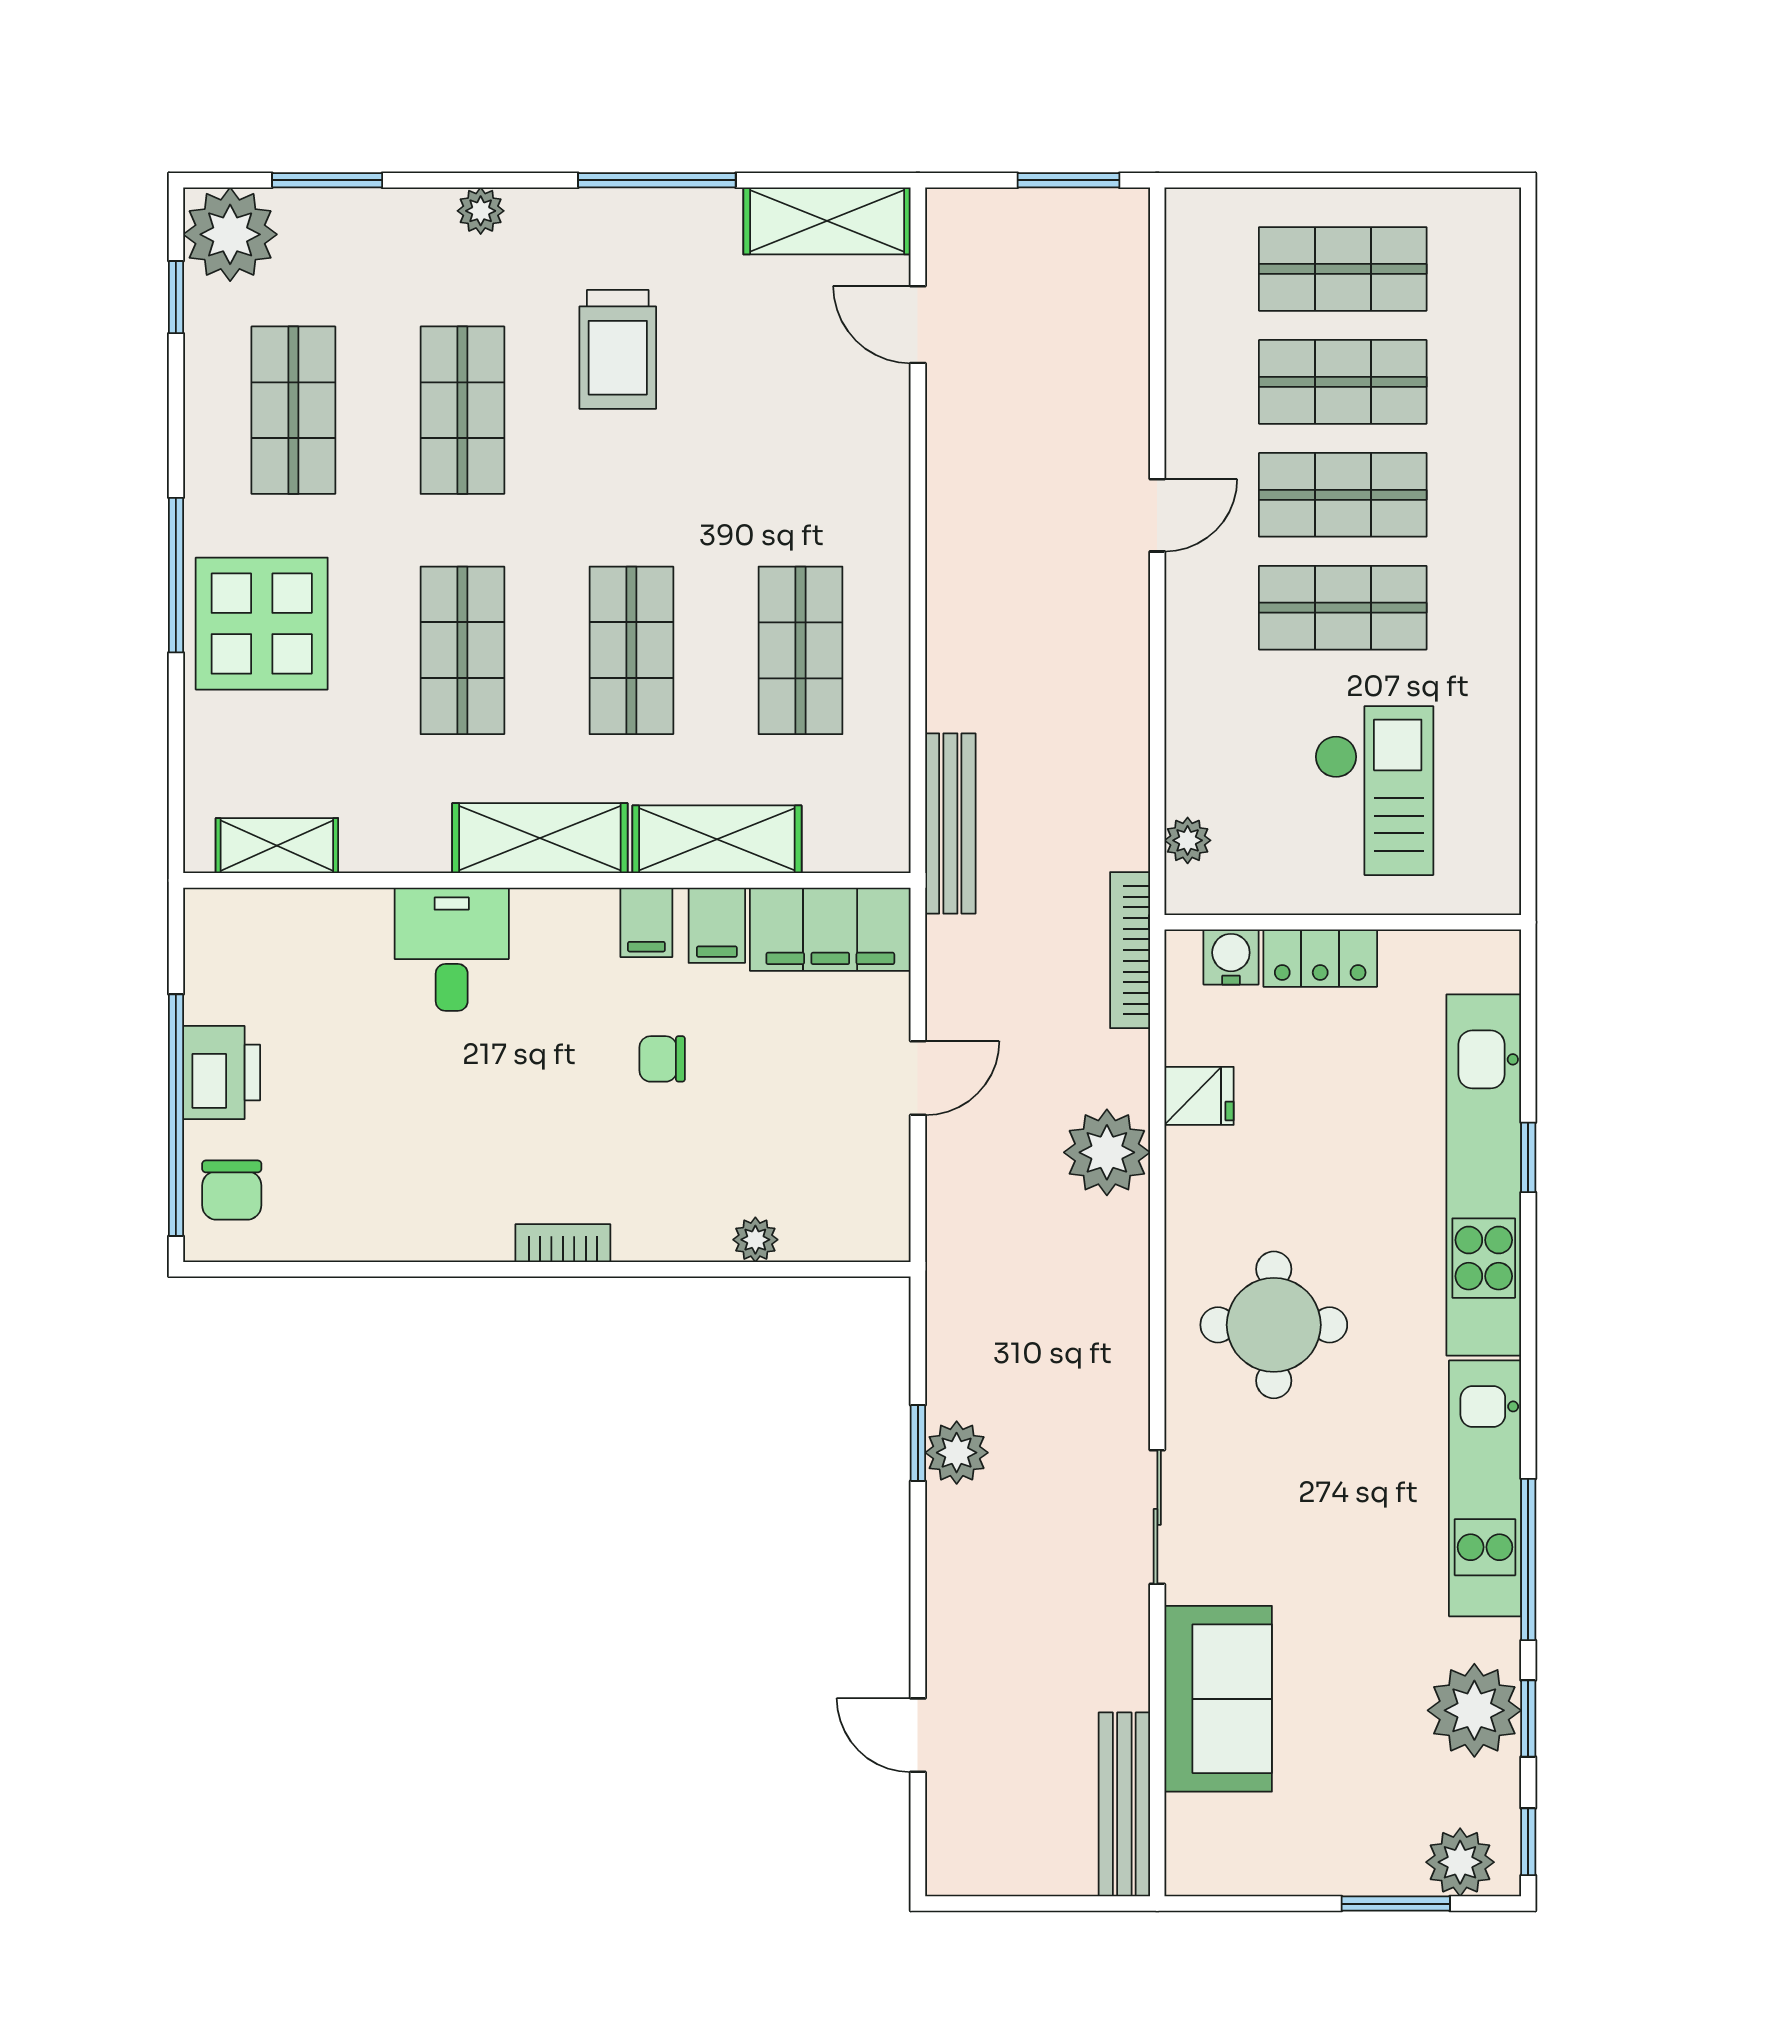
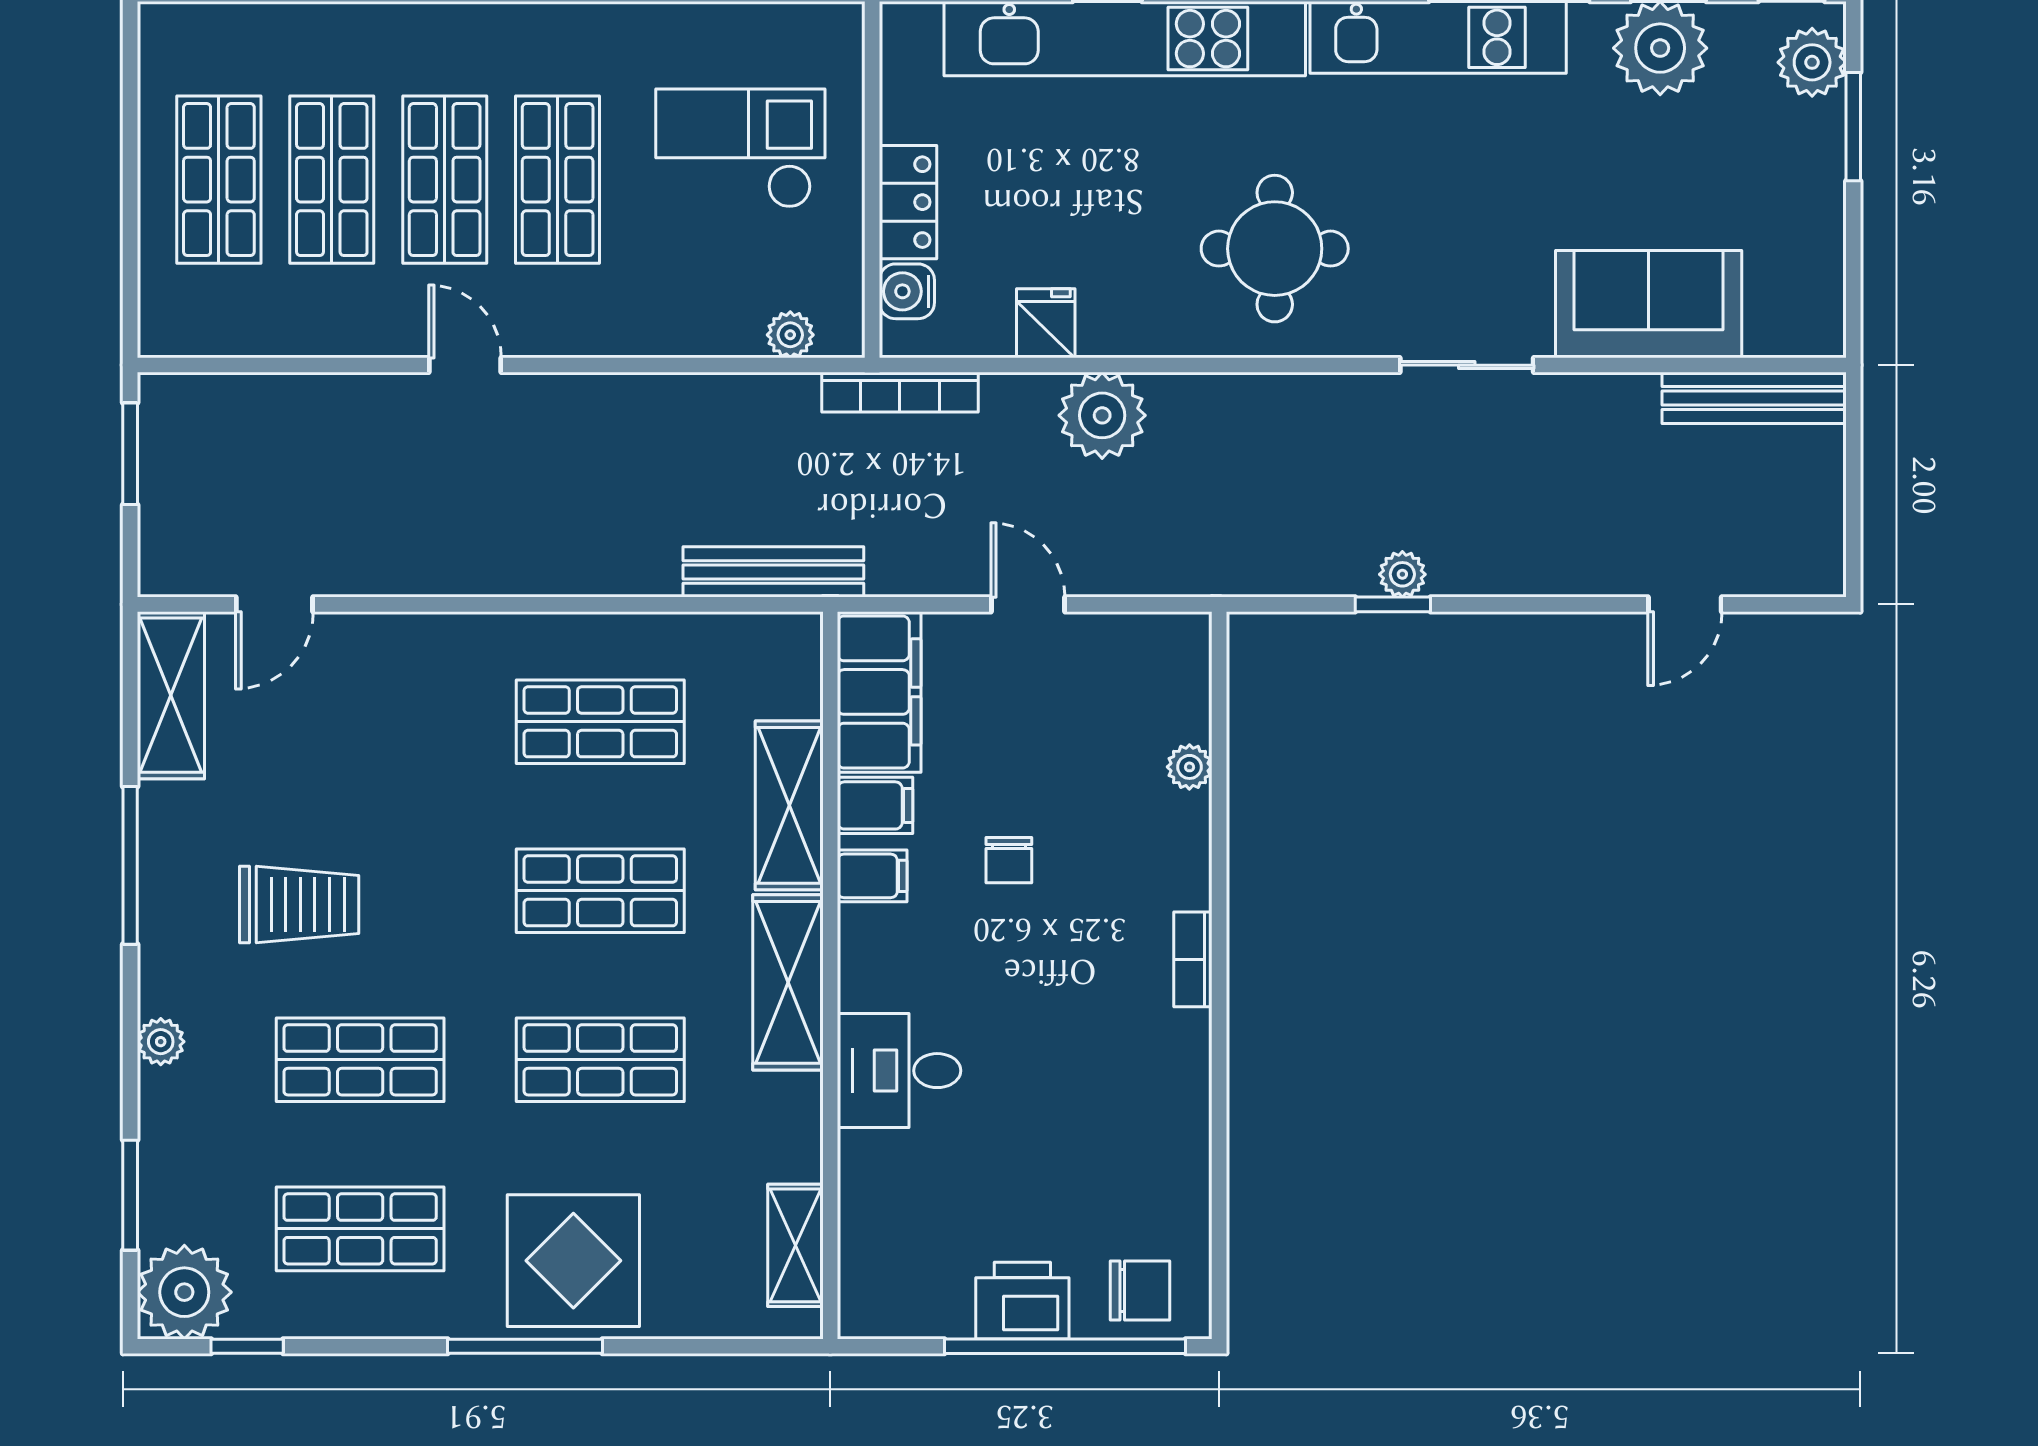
plant: (957, 1453) -> (1402, 574), width x0.73, depth x0.73

